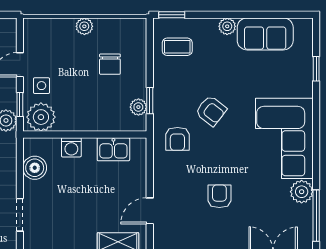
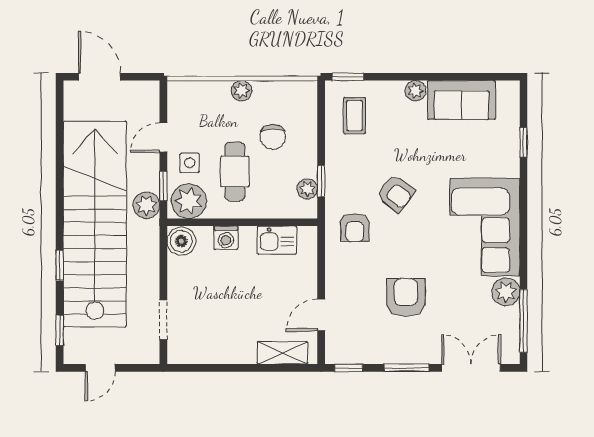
coffee table: (177, 47) -> (355, 116), turned 90
cafe table: (79, 93) -> (235, 172), added
boiler: (35, 168) -> (181, 241), moved
armchair: (219, 196) -> (406, 297), width x1.38, depth x1.38

